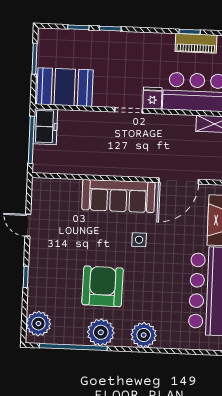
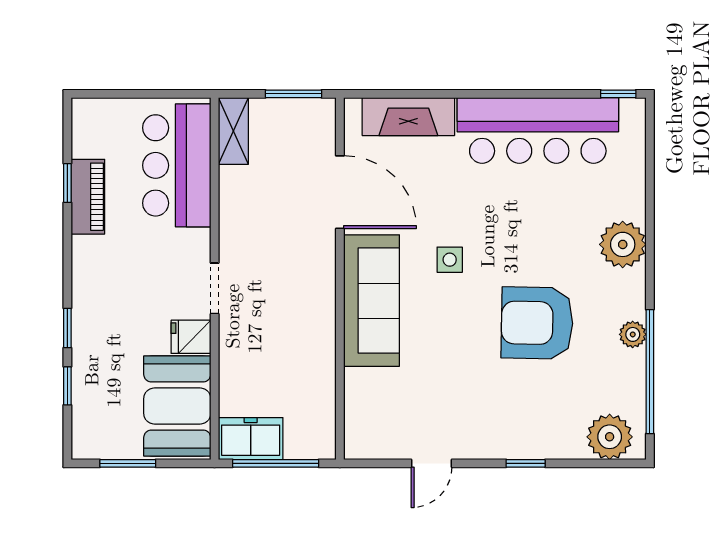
piano: (196, 43) -> (88, 197), moved
fridge: (152, 98) -> (191, 337), moved
plant: (101, 332) -> (633, 334), width x0.53, depth x0.53

